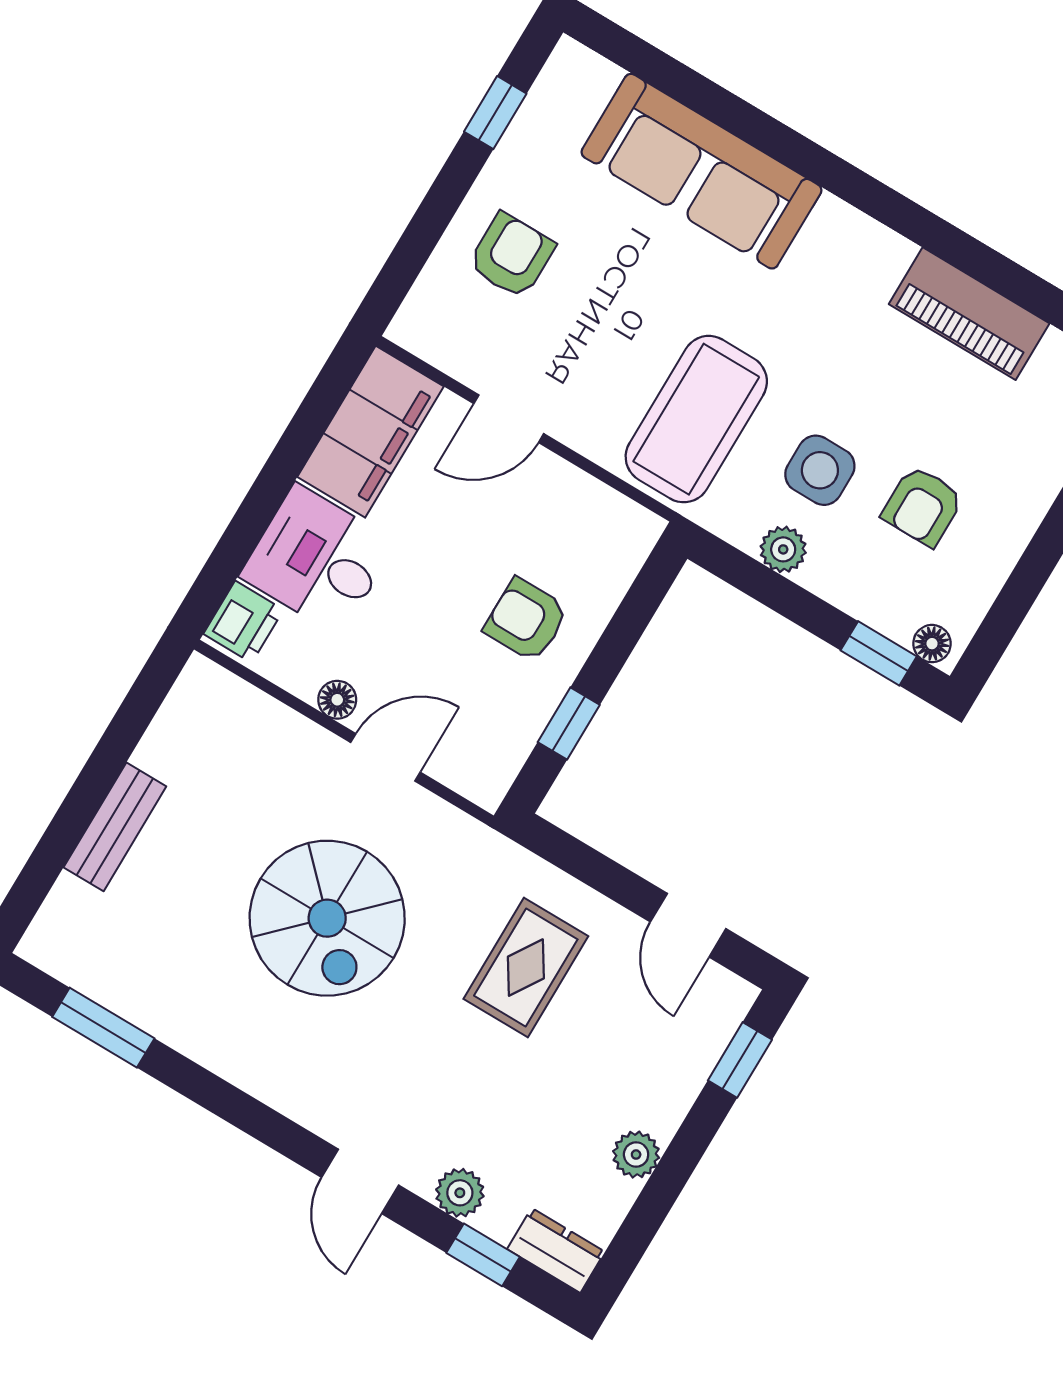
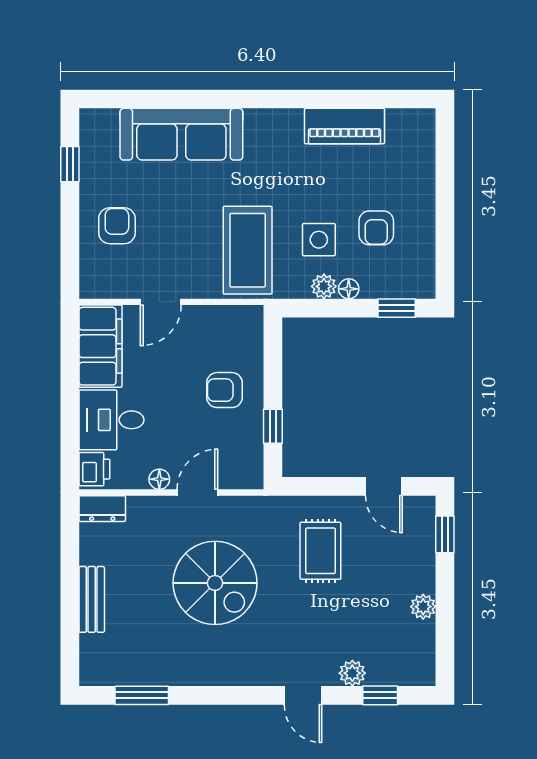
floor lamp: (932, 644) -> (349, 289), moved
dresser: (556, 1250) -> (102, 509), moved, turned 180

